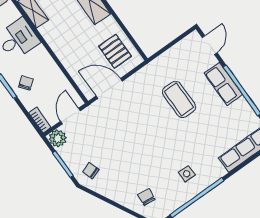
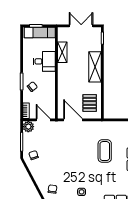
door: (70, 116) -> (43, 120), hinge flipped

